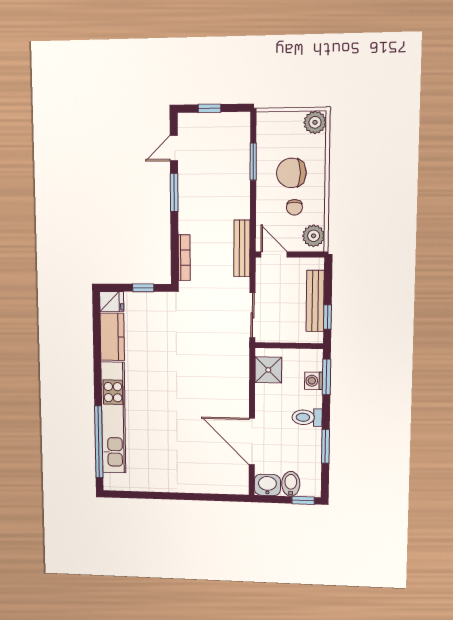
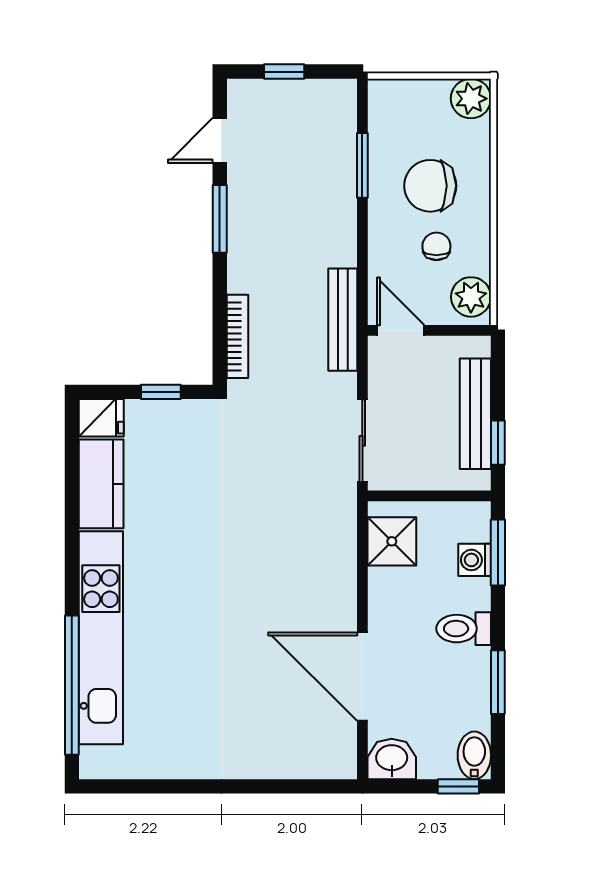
chair: (294, 207) -> (436, 246), turned 180
bidet: (291, 484) -> (474, 755), moved

